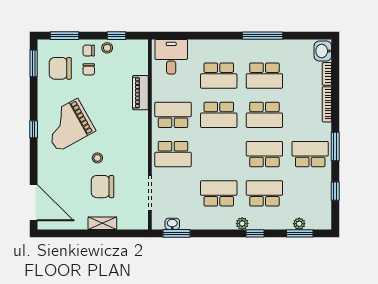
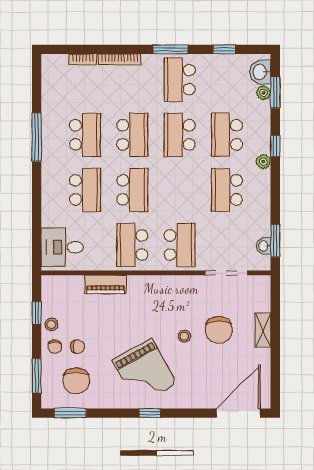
washbasin: (323, 51) -> (260, 72), moved, turned 90

